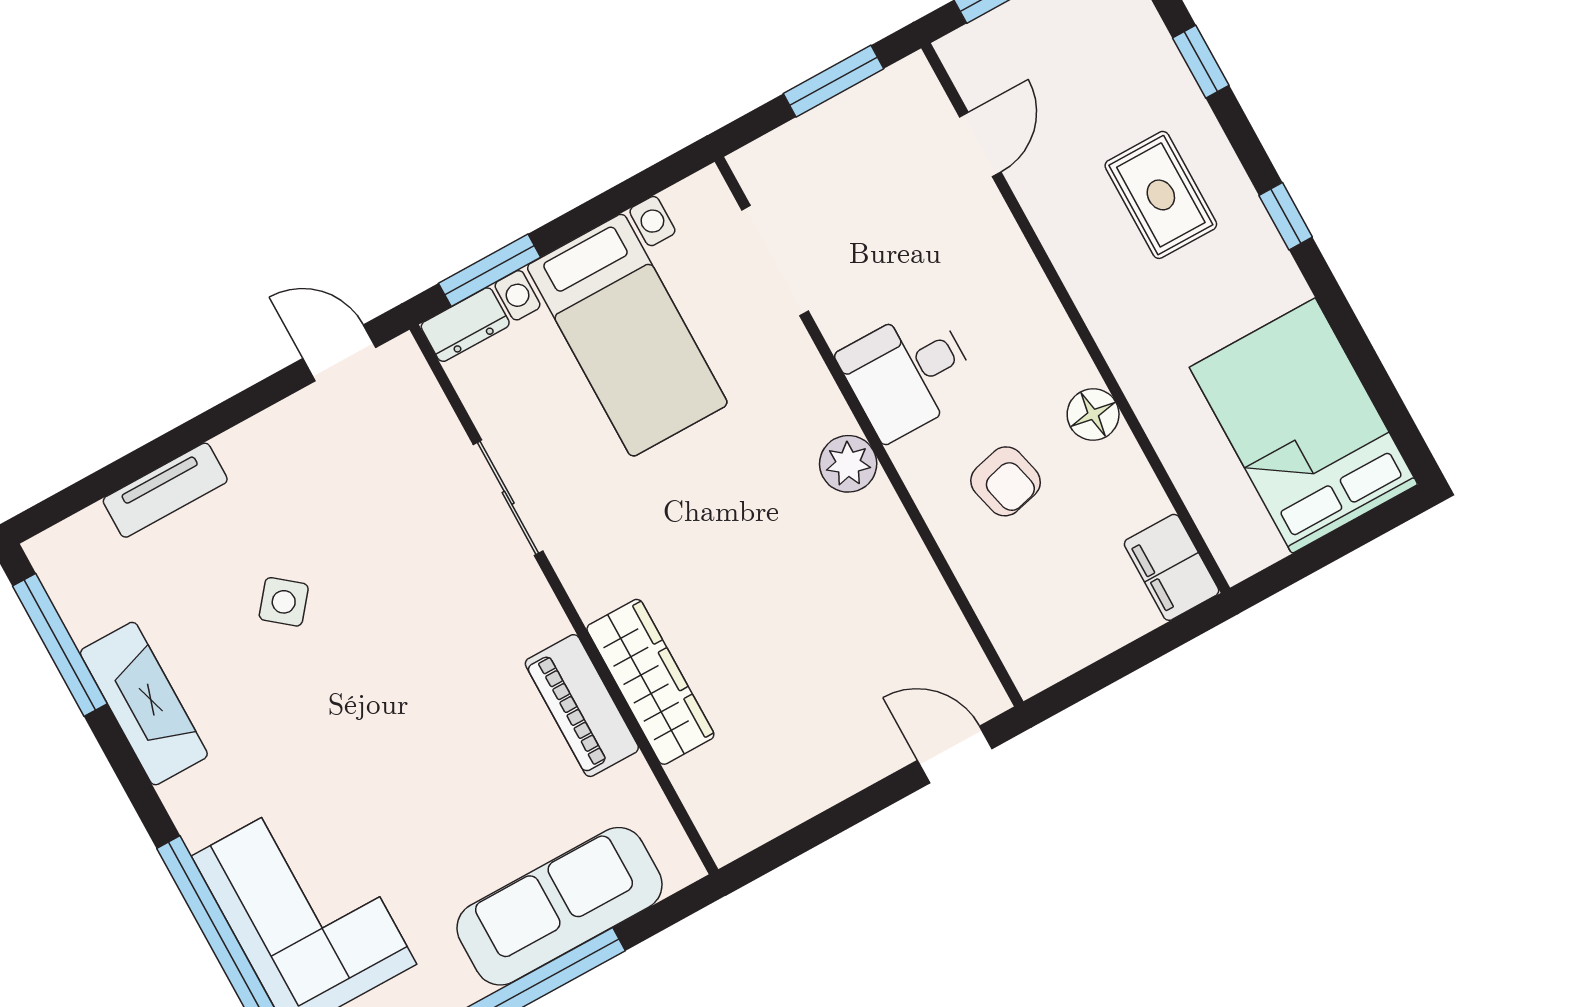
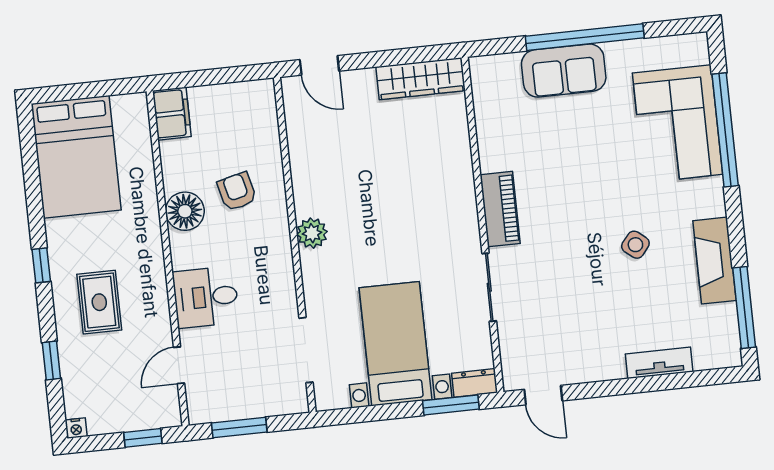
desk: (908, 373) -> (206, 297), moved, turned 180
floor lamp: (1093, 414) -> (185, 211), width x1.38, depth x1.38
side table: (284, 602) -> (635, 245), moved
wardrobe: (650, 682) -> (421, 79), moved, turned -90
piano: (582, 706) -> (500, 209), moved
sofa: (560, 906) -> (564, 71), width x0.73

